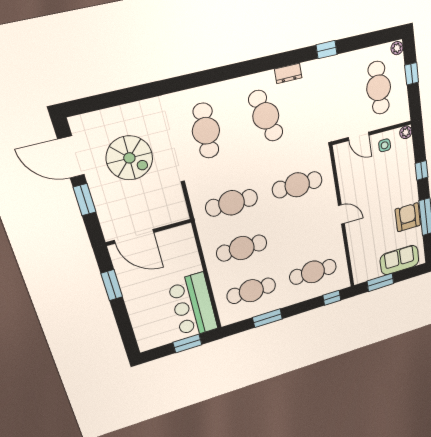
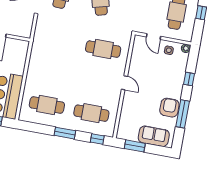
cafe table: (232, 203) -> (59, 41), removed
cafe table: (242, 248) -> (53, 73), removed
window: (267, 318) -> (65, 133), moved

